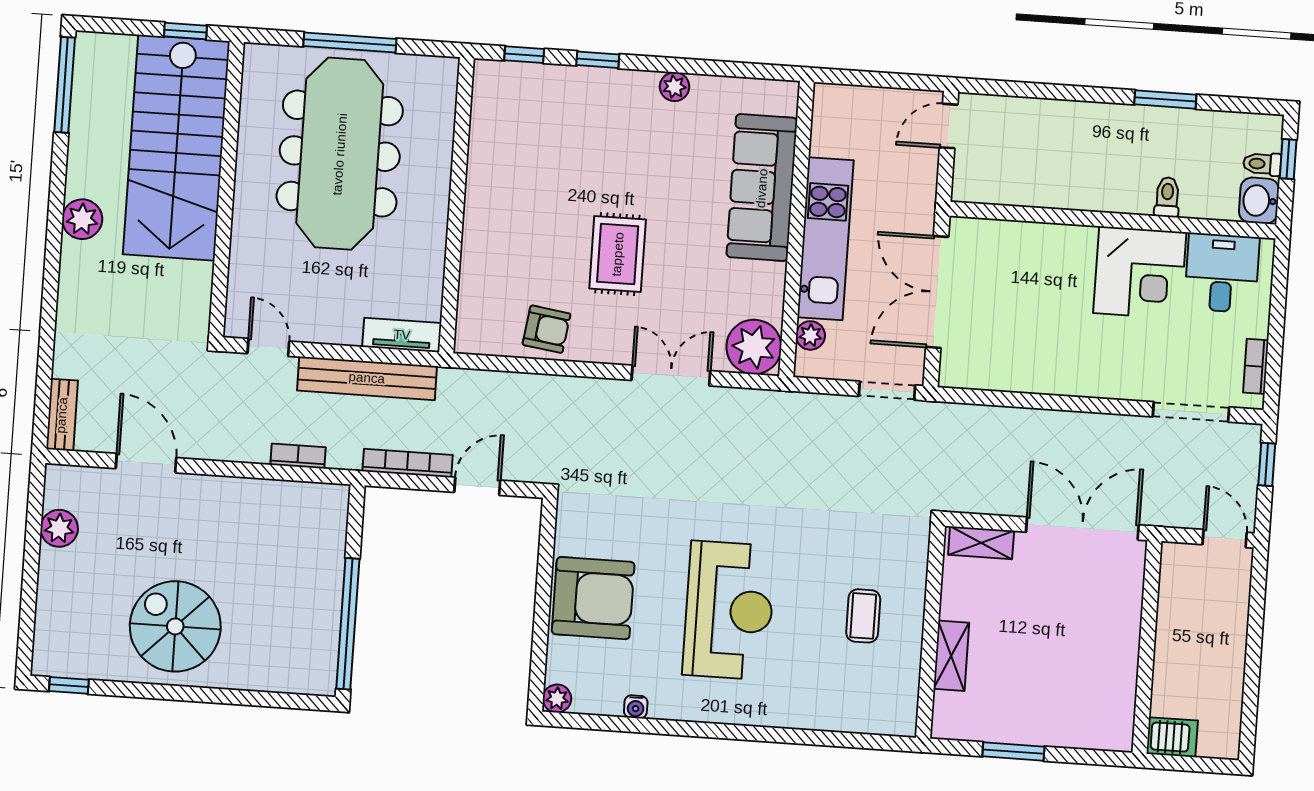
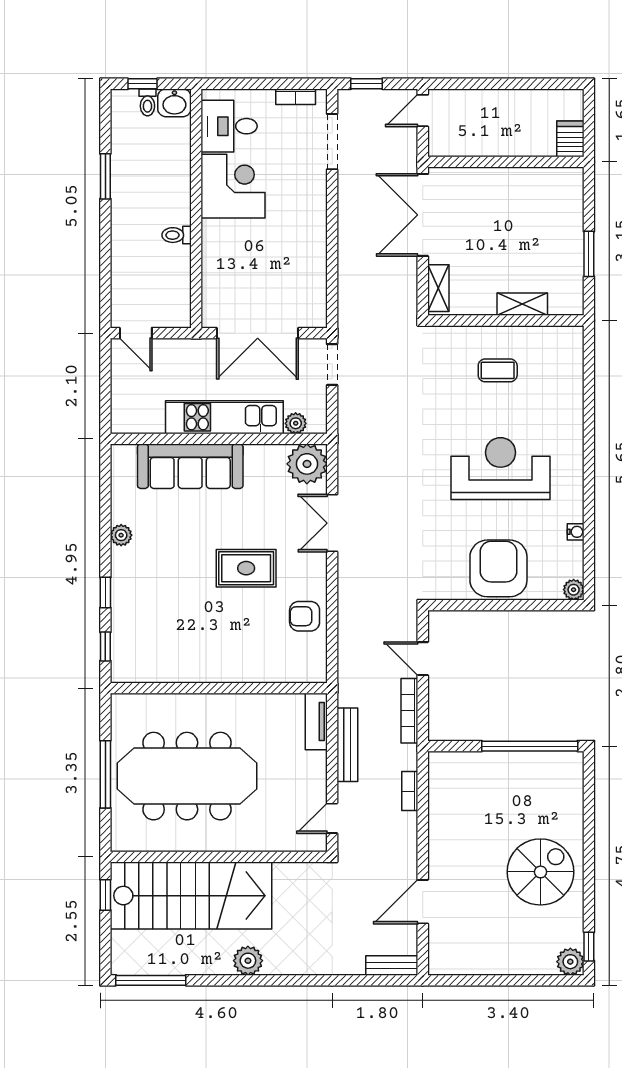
toilet: (1167, 197) -> (177, 235), moved
armchair: (546, 329) -> (305, 616), turned -98
bench: (367, 378) -> (347, 745), width x0.73, depth x0.82
plant: (59, 528) -> (570, 962), moved
spiral stairs: (175, 626) -> (540, 872), turned 180

